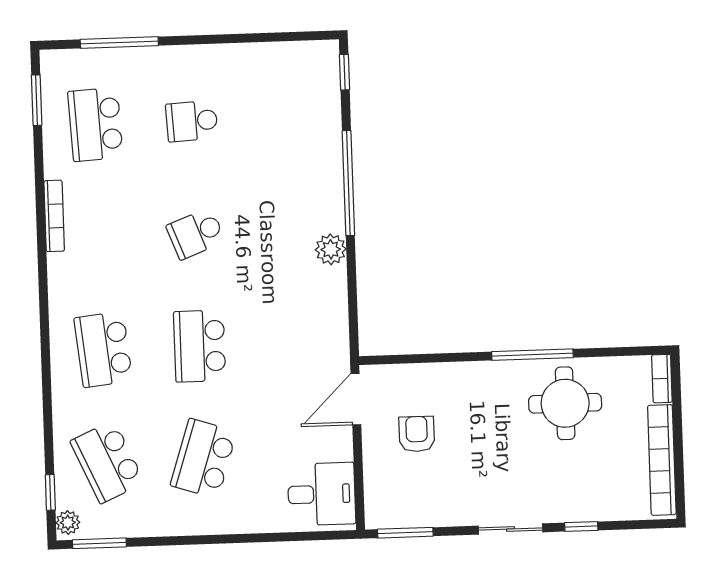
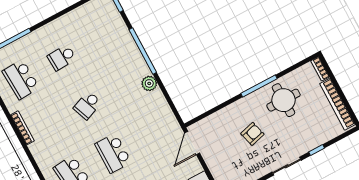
armchair: (417, 434) -> (252, 134), moved, turned 75

